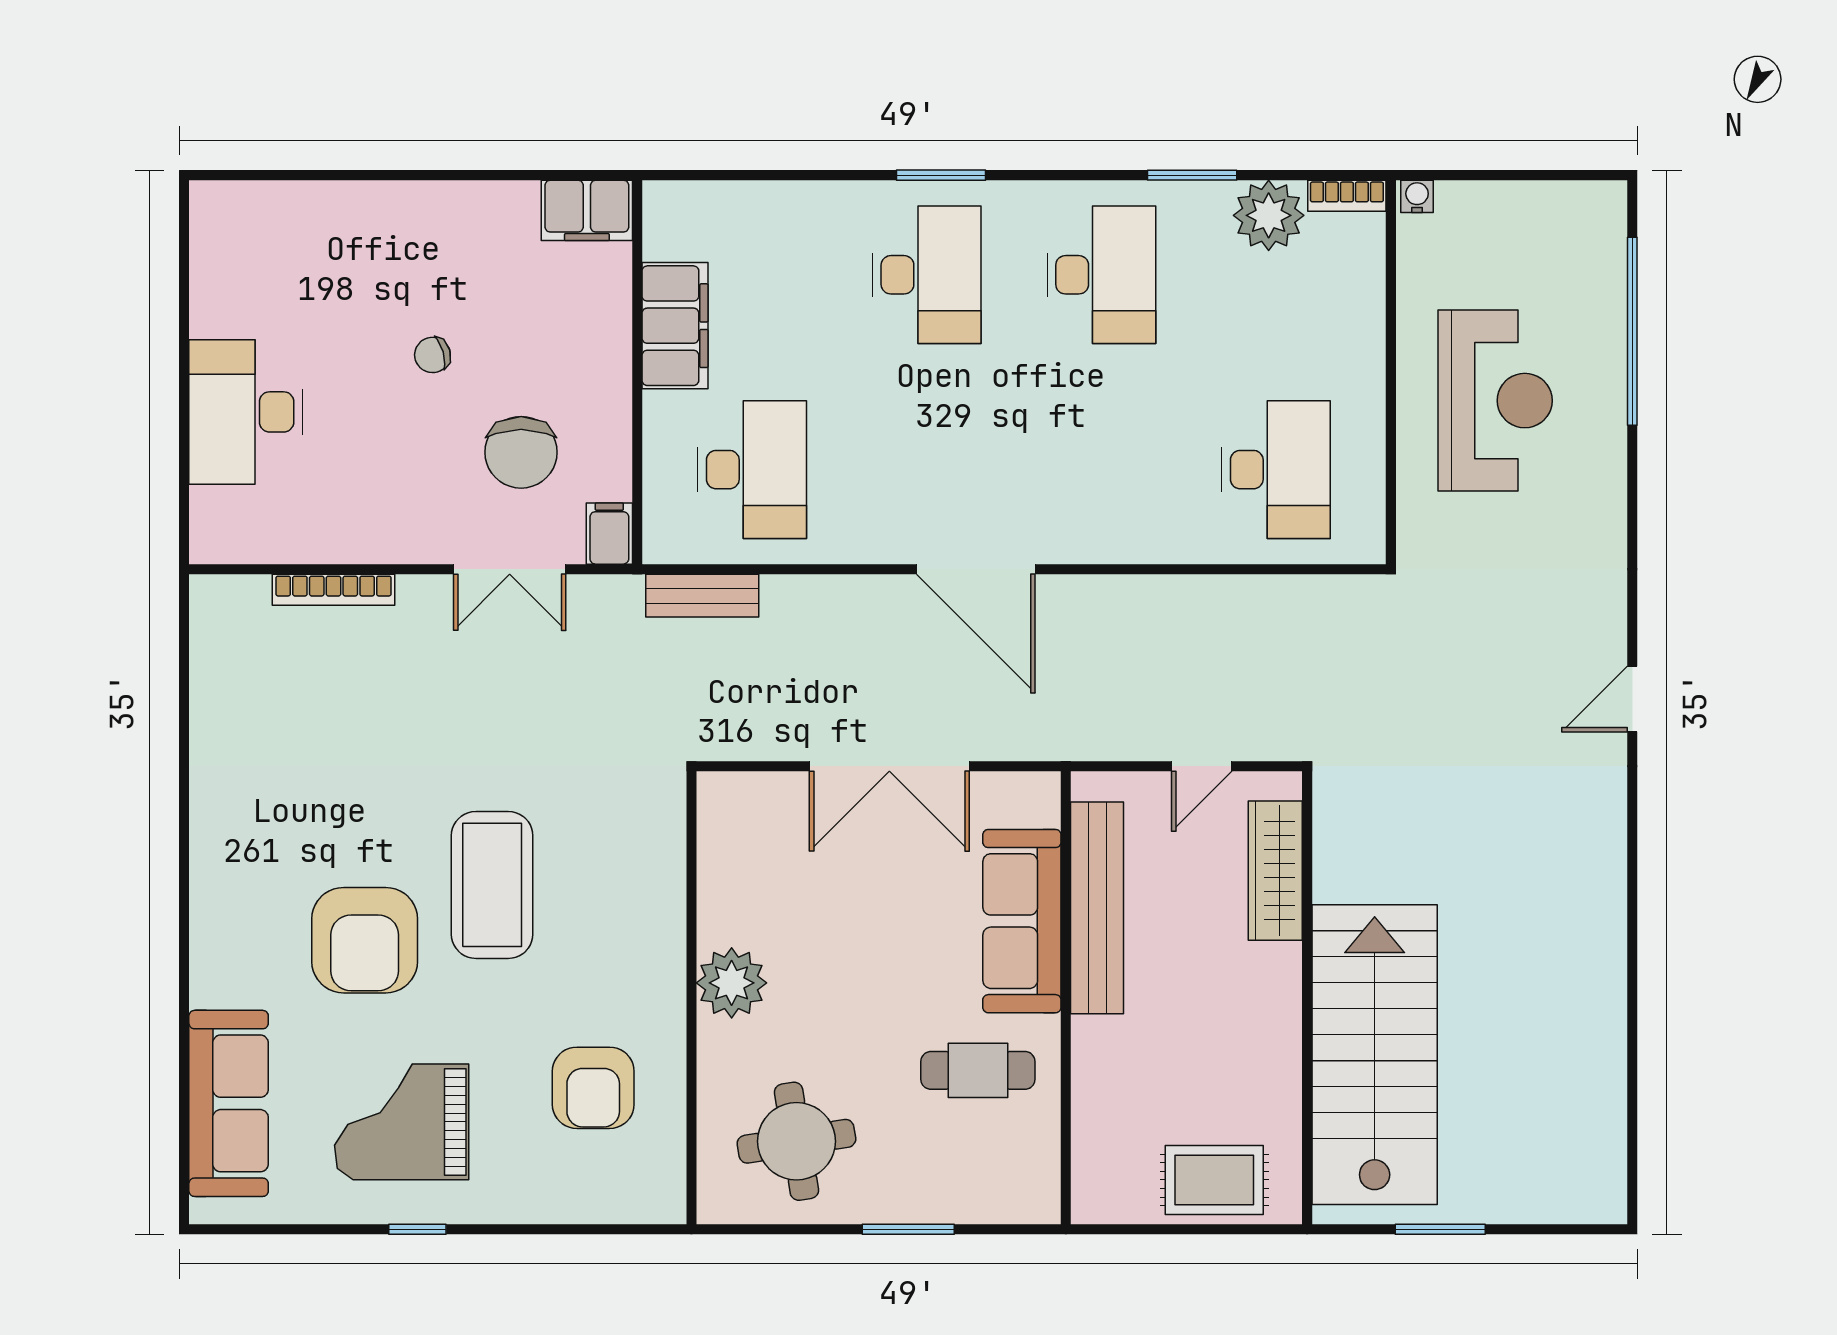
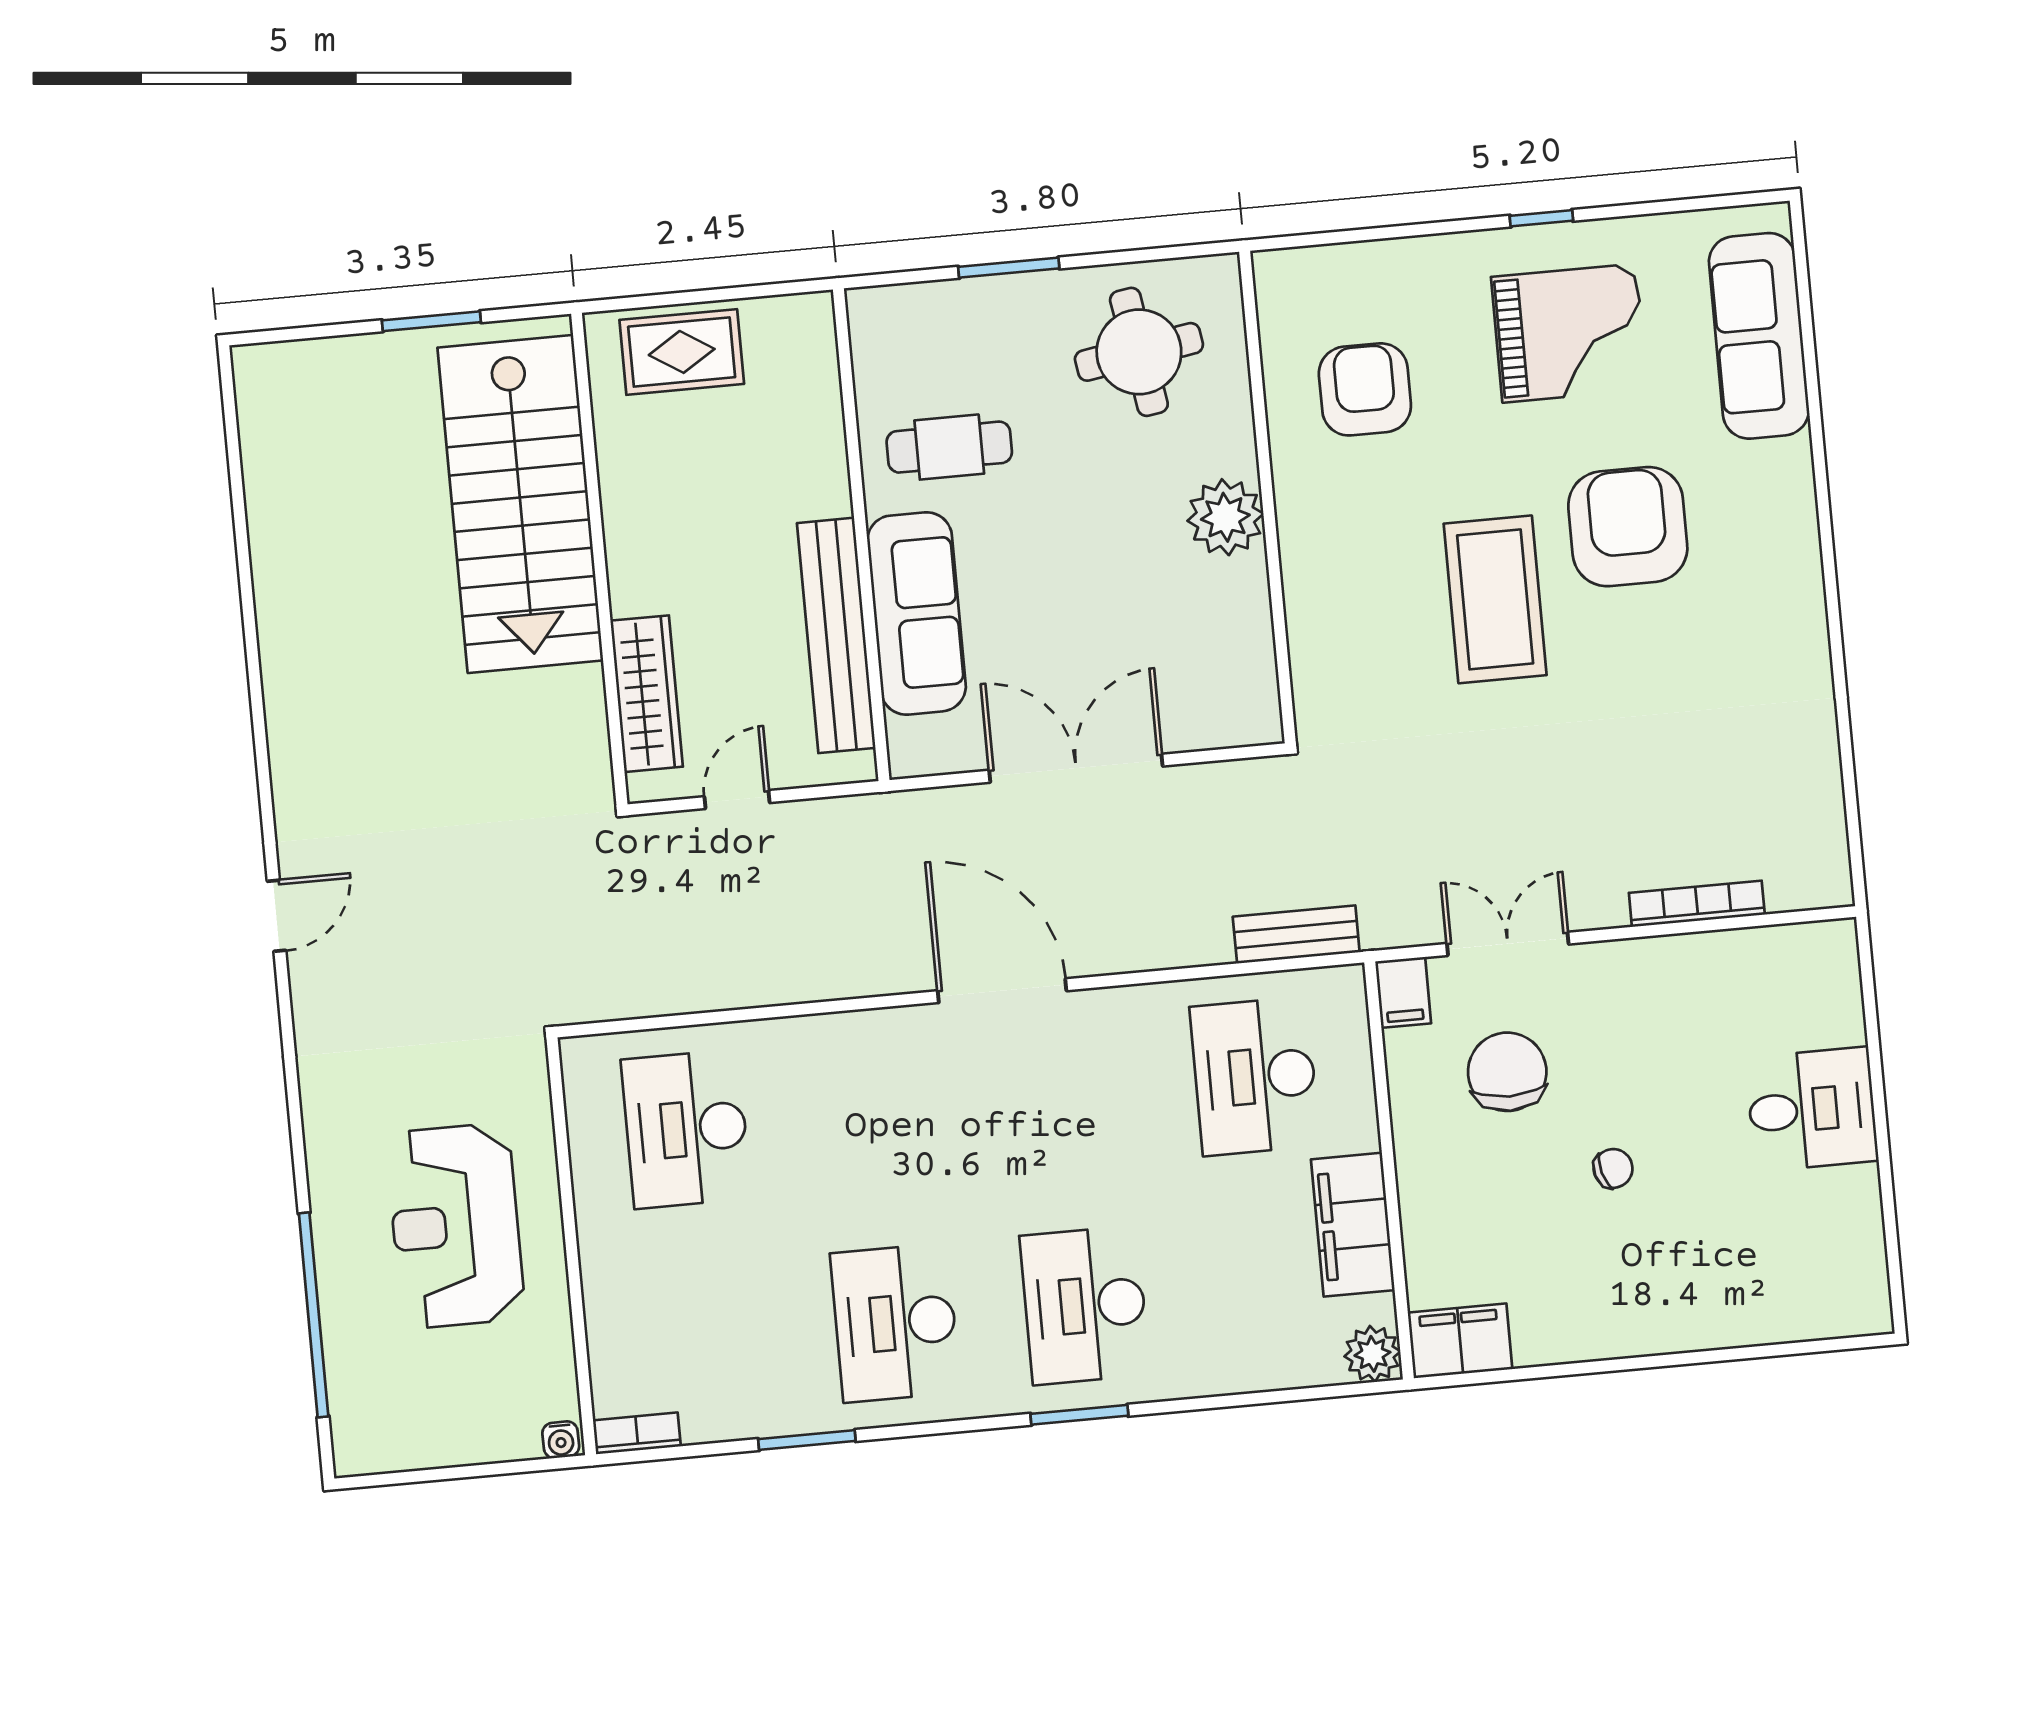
plant: (1269, 215) -> (1372, 1354), moved, width x0.73, depth x0.73
desk: (246, 412) -> (1812, 1109), width x0.73

